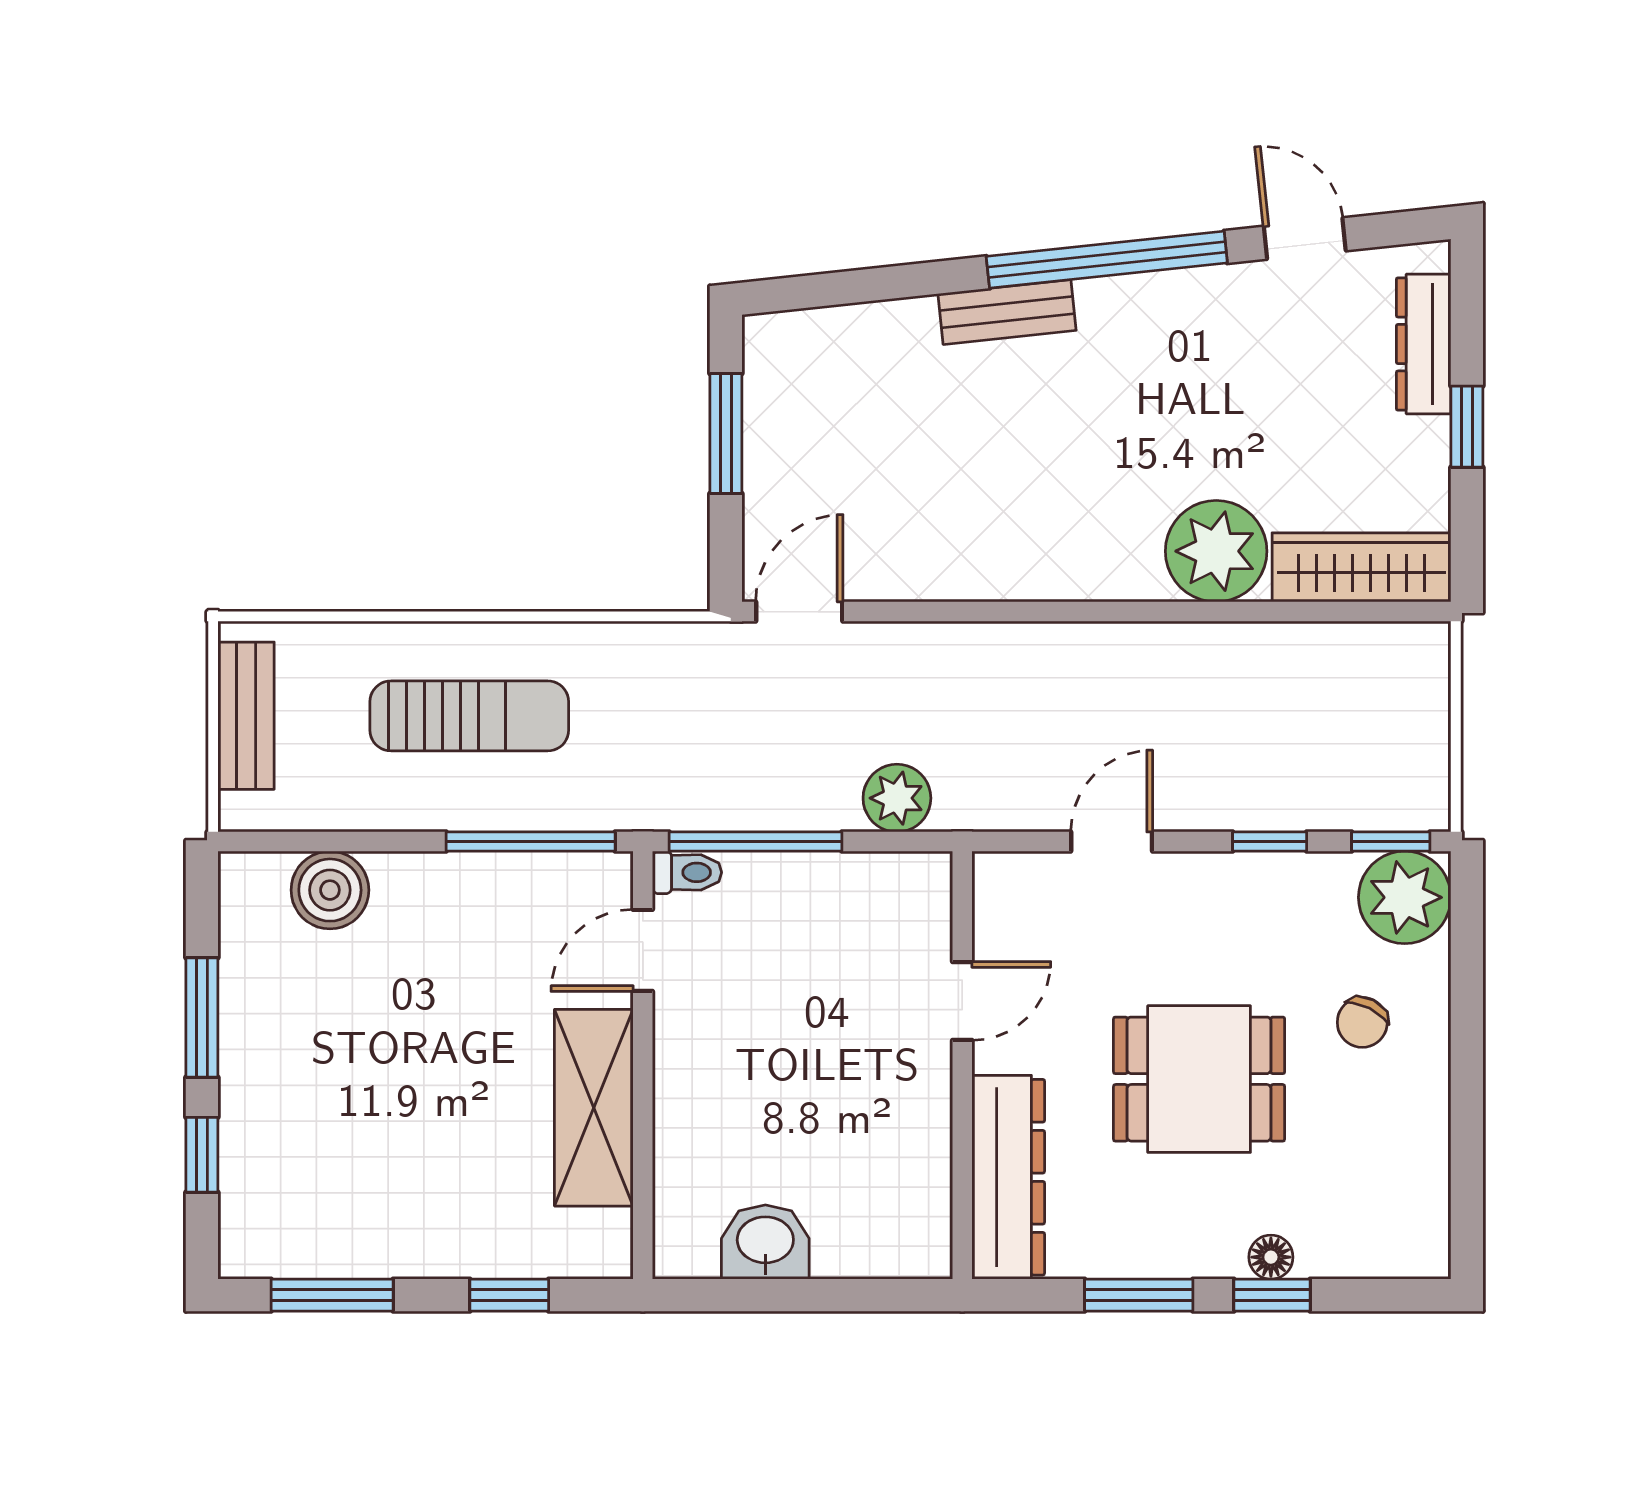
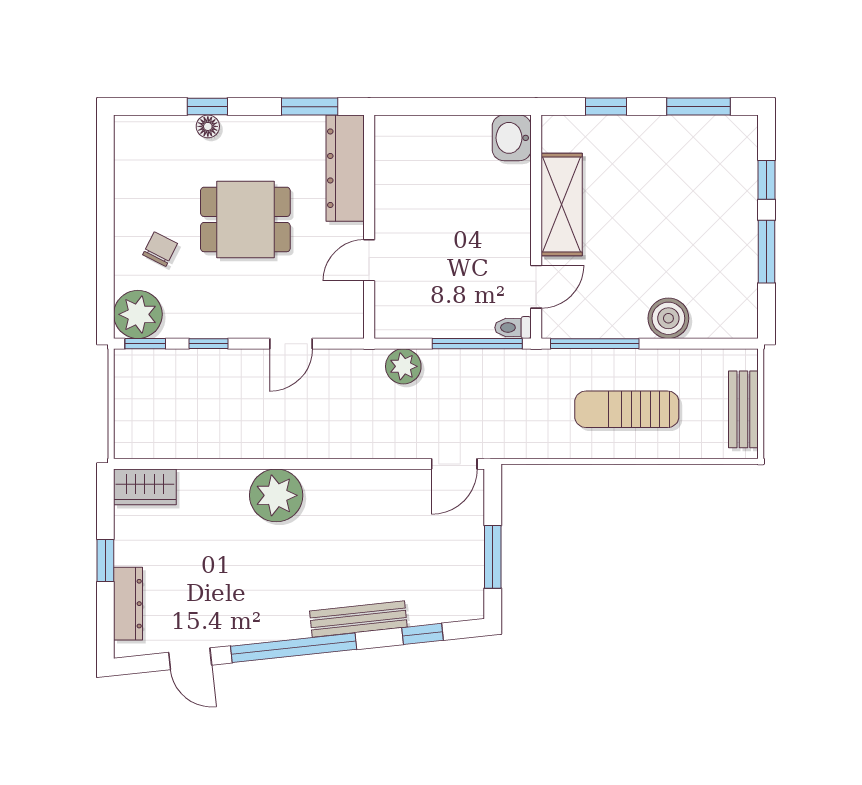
window: (860, 286) -> (423, 634), added
bench: (1007, 312) -> (358, 619), width x1.36
plant: (1216, 551) -> (276, 495), moved
wardrobe: (1362, 567) -> (145, 487), width x0.67
boiler: (330, 890) -> (668, 318), moved
washbasin: (765, 1242) -> (512, 138), moved, turned 90
window: (1139, 1295) -> (310, 107), moved

